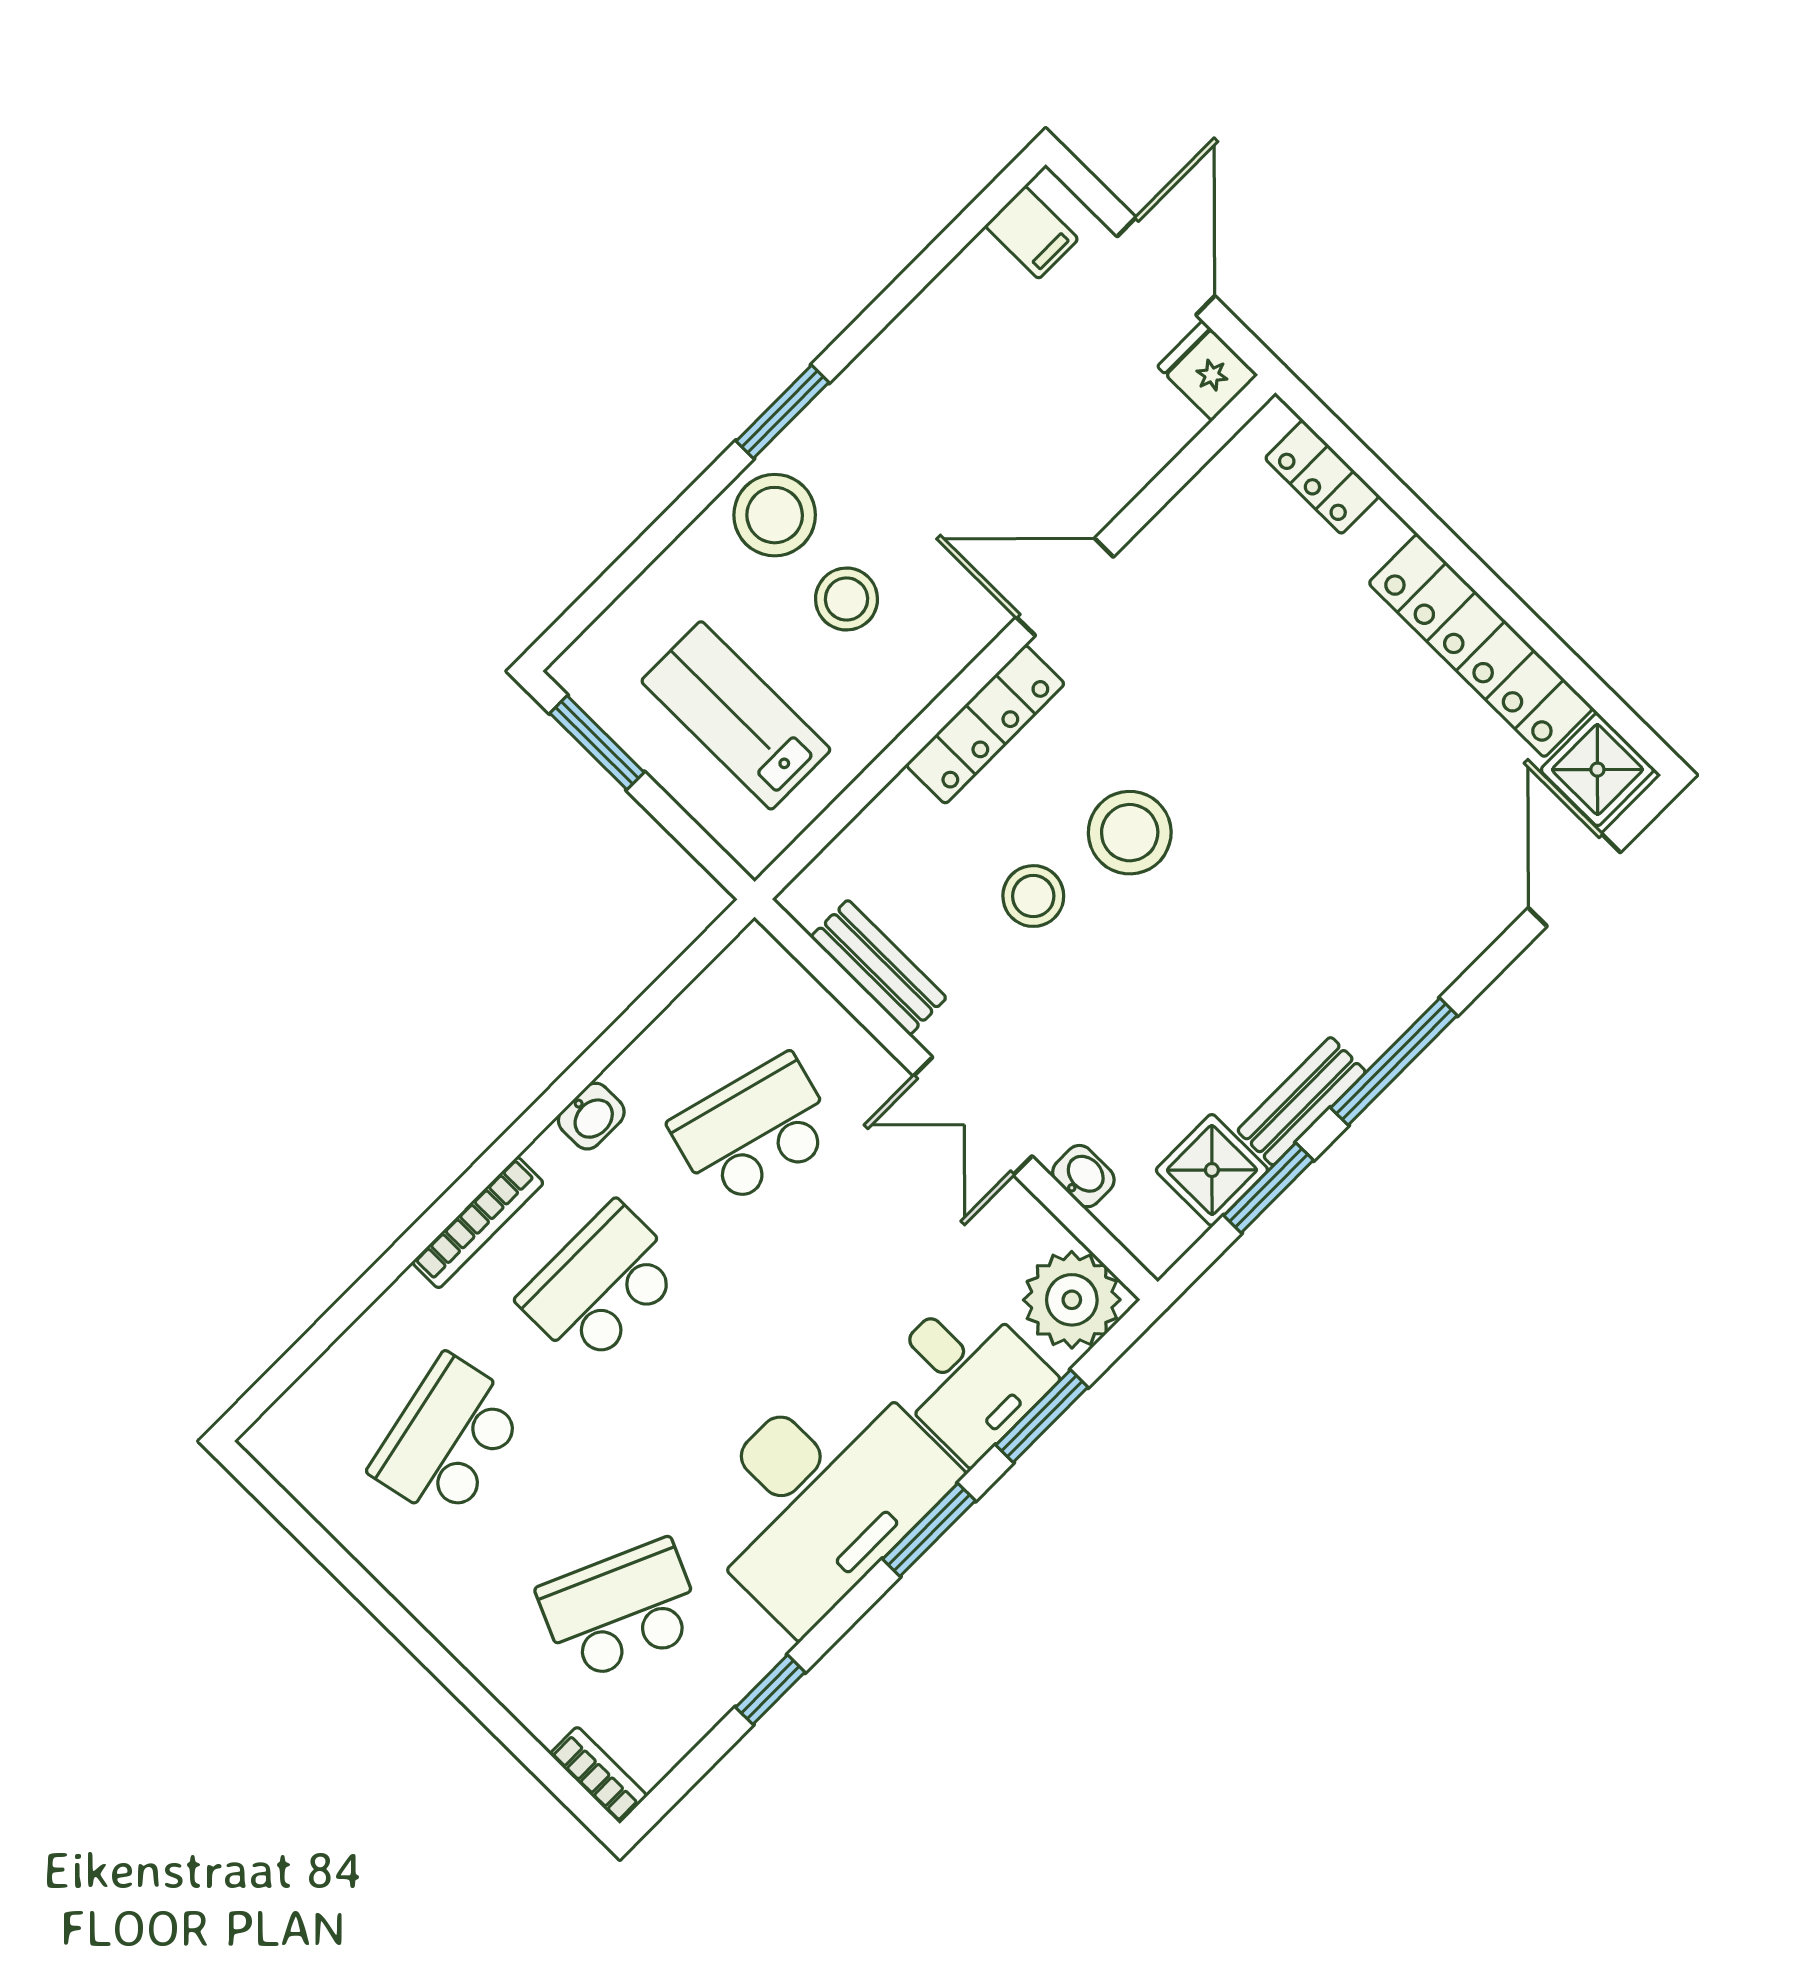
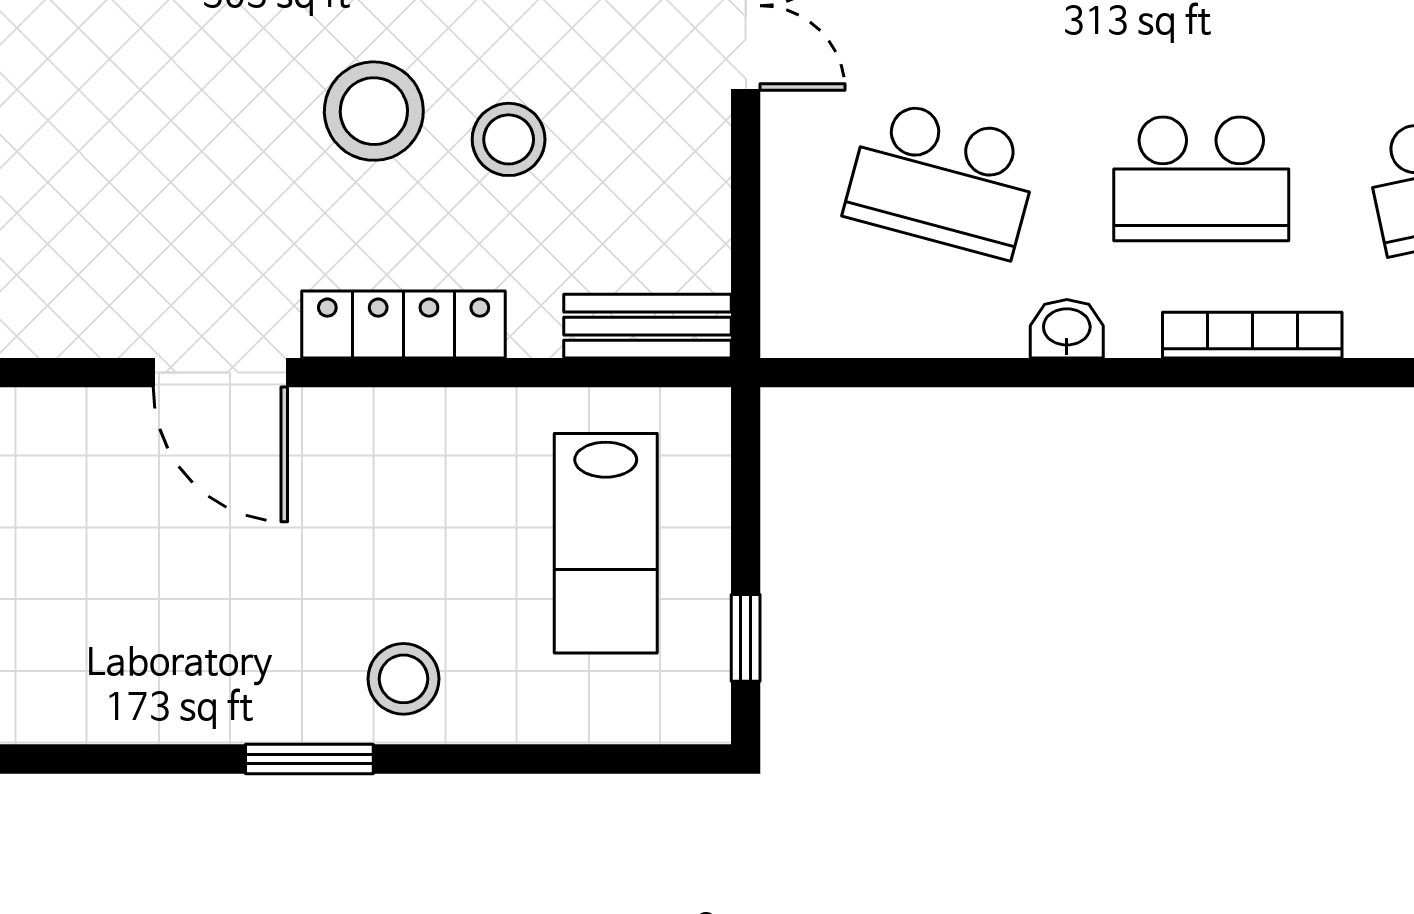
stool: (775, 515) -> (404, 679), width x0.73, depth x0.73
stool: (847, 599) -> (414, 547), removed
window: (597, 743) -> (746, 638), width x0.67
bench: (879, 967) -> (647, 326), moved, turned 90

